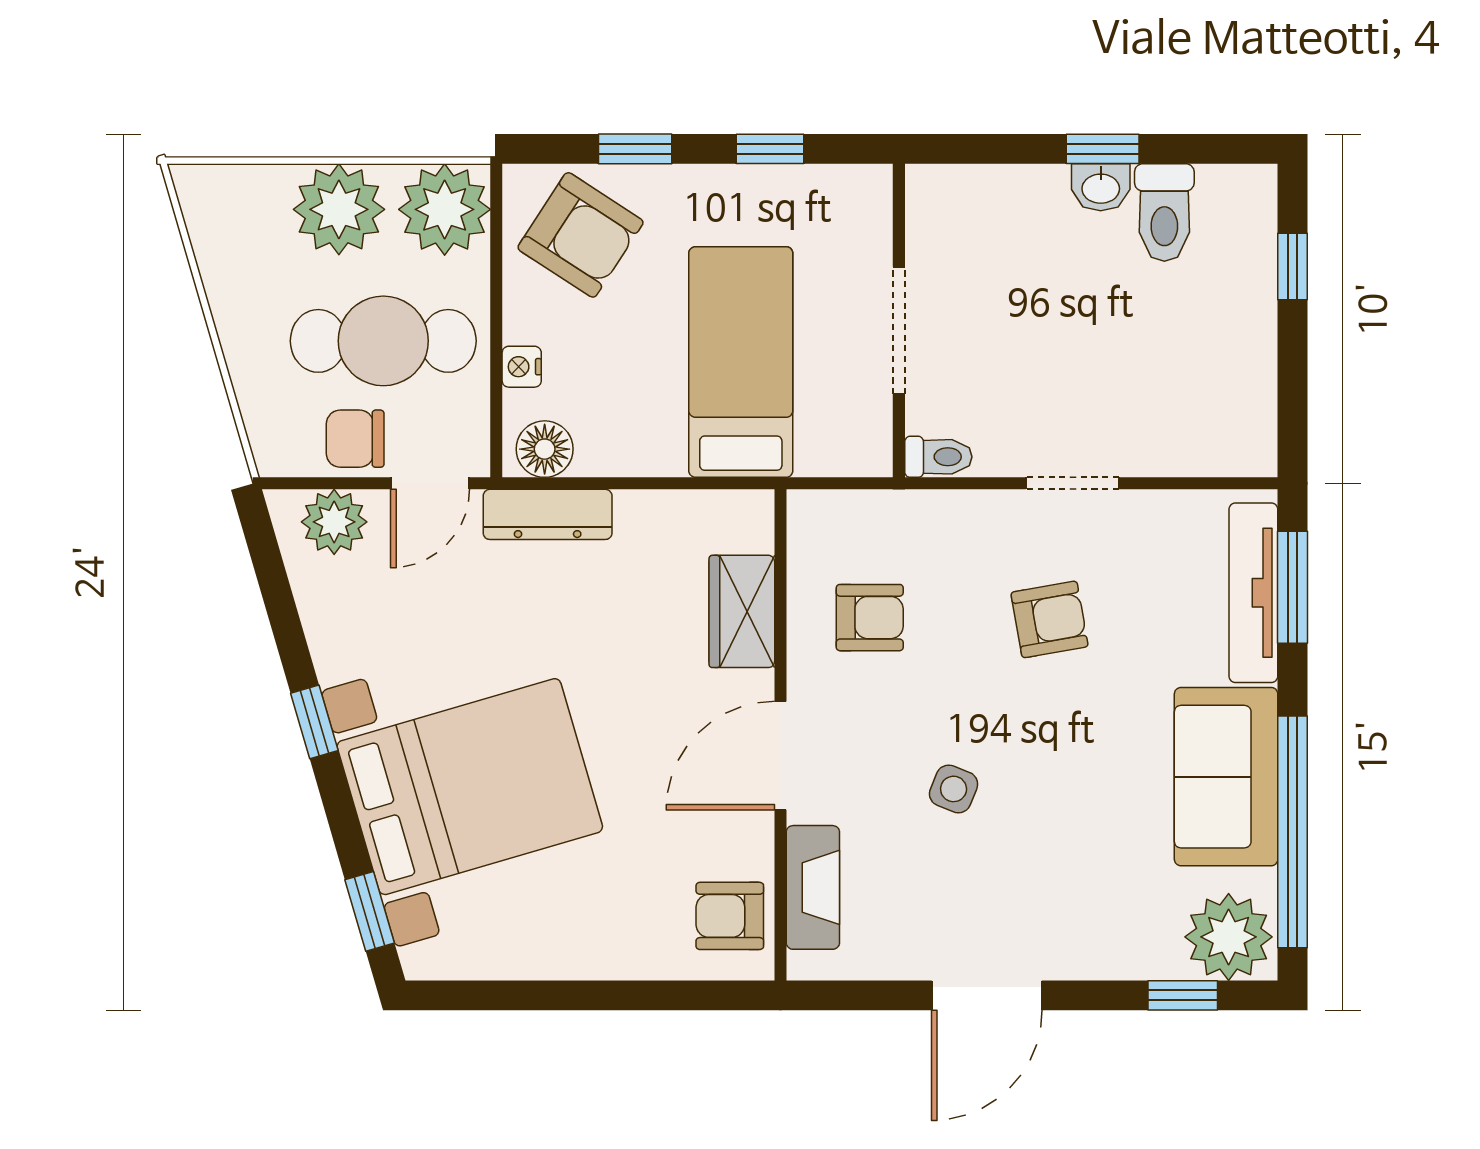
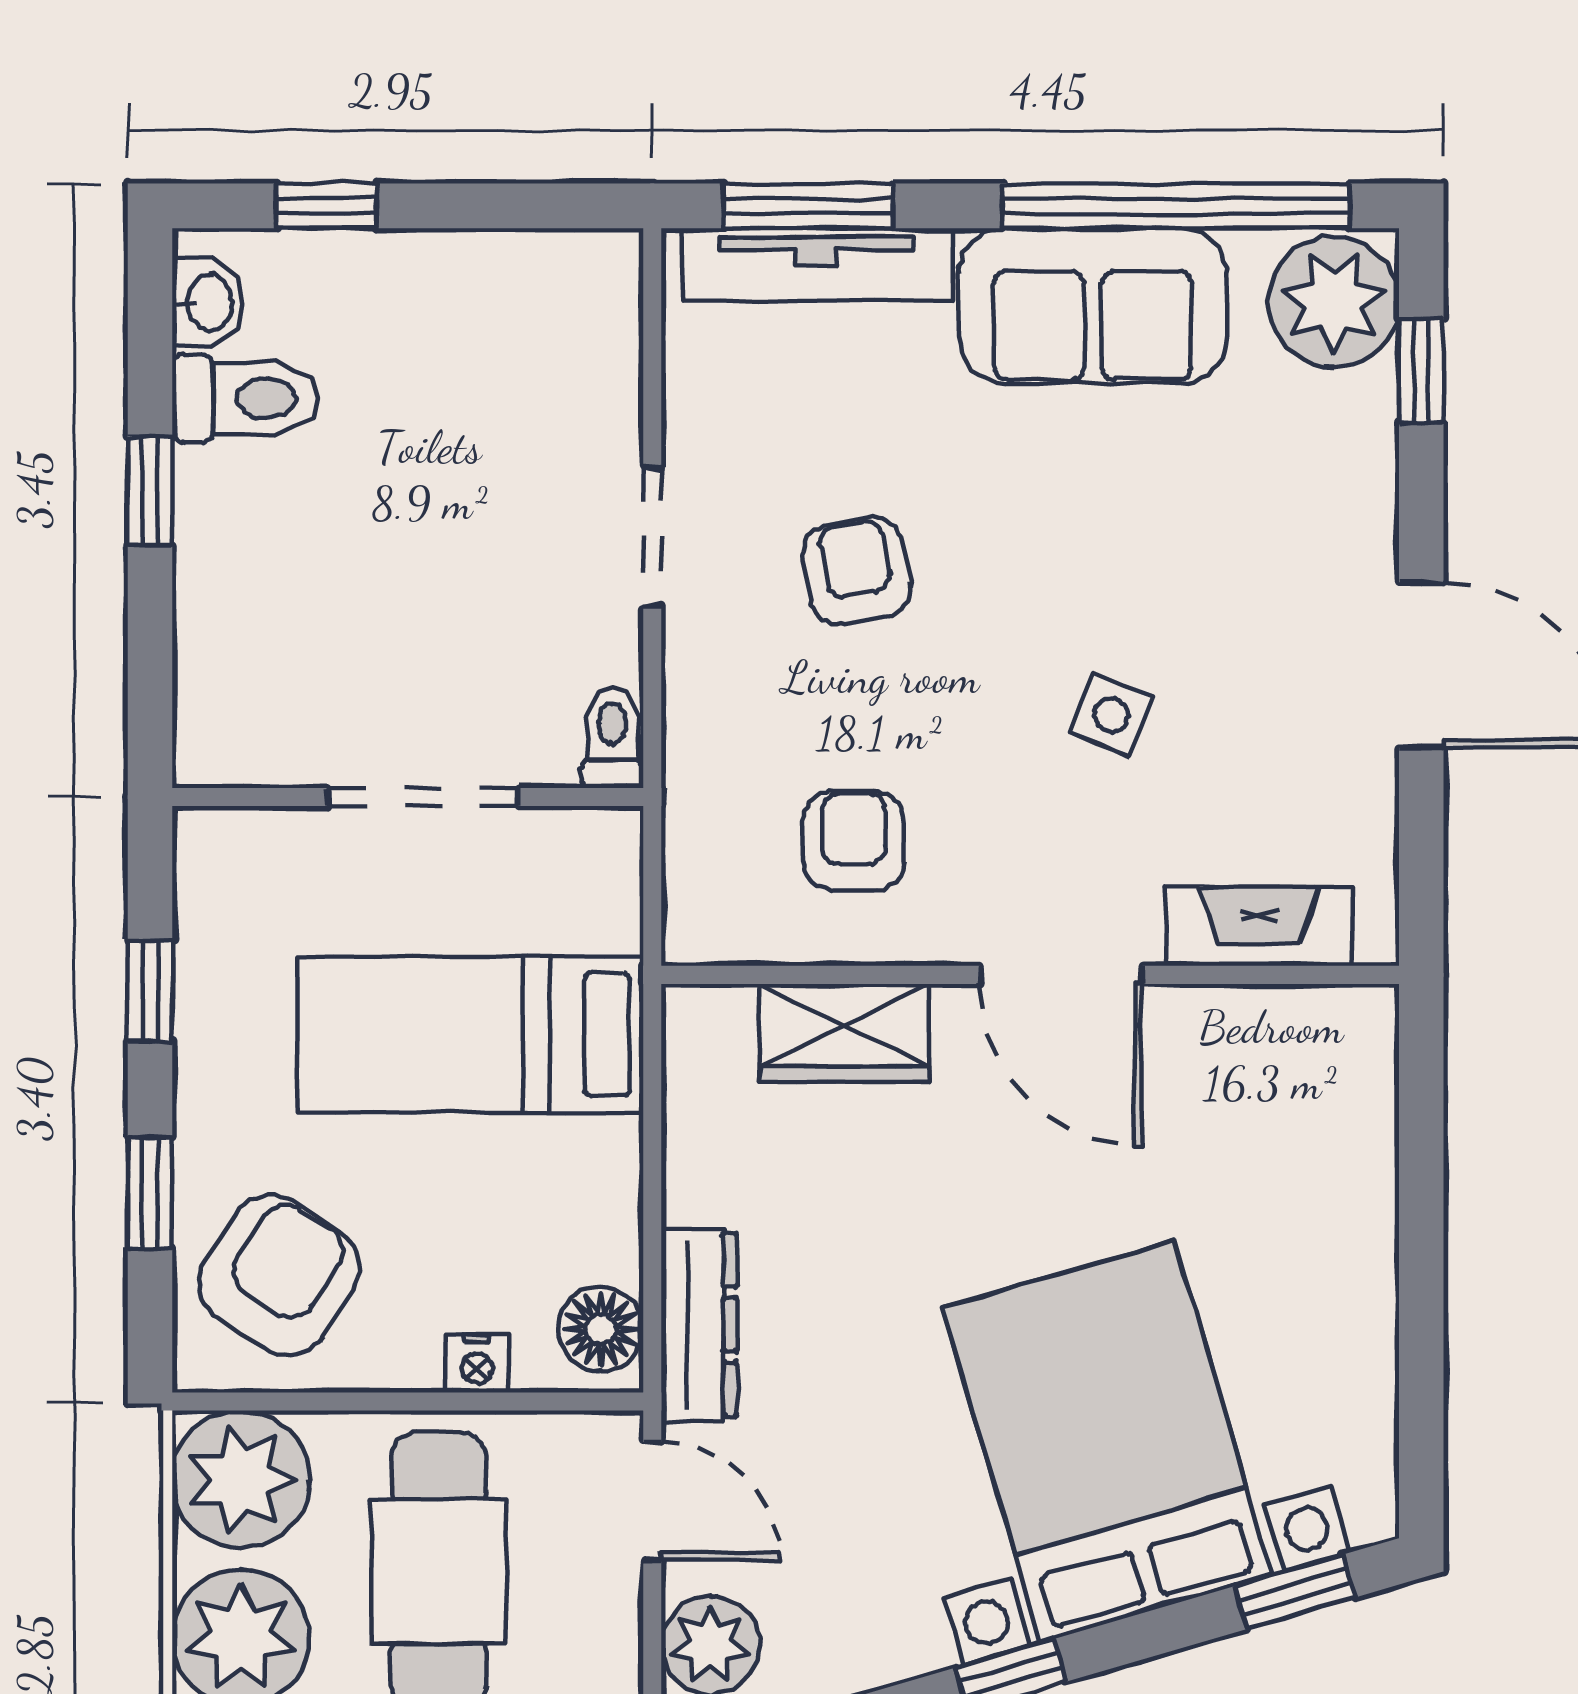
washbasin: (1101, 187) -> (208, 303), moved
chair: (355, 439) -> (585, 1614), removed
armchair: (730, 916) -> (1302, 1051), removed

